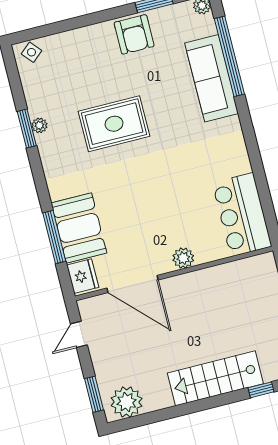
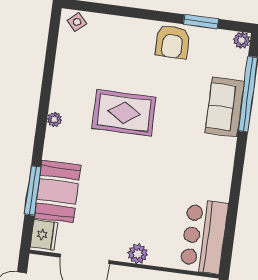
sofa: (212, 78) -> (225, 107), width x0.73
plant: (39, 125) -> (54, 119), moved
window: (27, 128) -> (46, 87), removed

